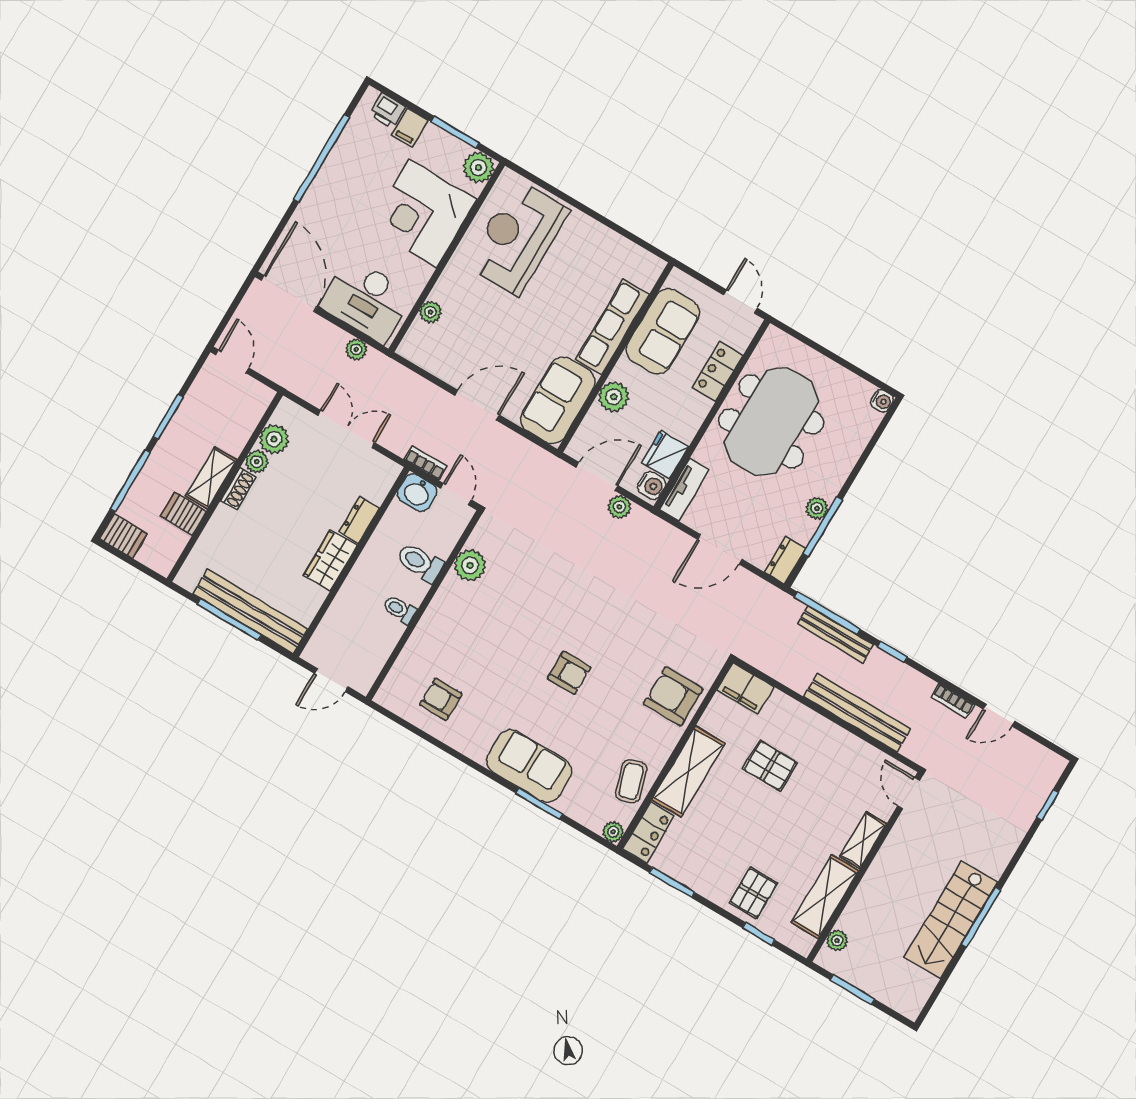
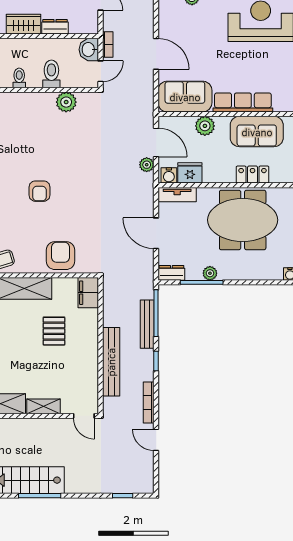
bookcase: (953, 701) -> (149, 403), width x1.56
door: (909, 793) -> (84, 416), swing flipped

